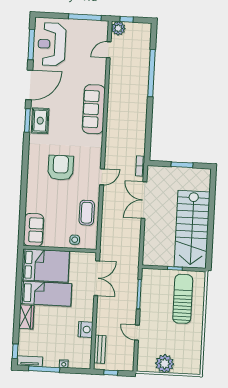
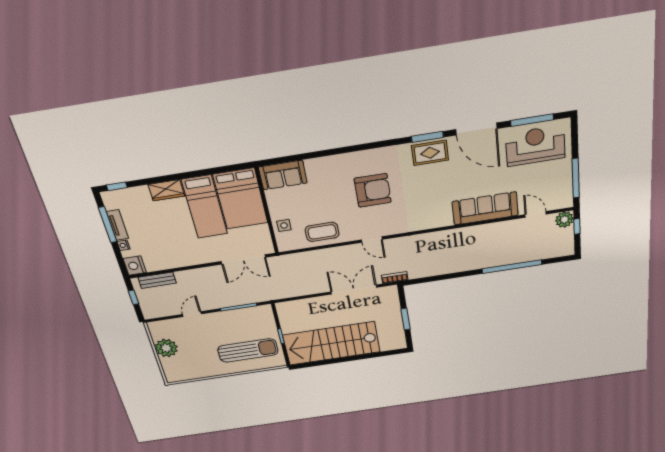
sofa: (94, 109) -> (485, 208), moved
nightstand: (85, 329) -> (135, 266), moved, turned 90
tv unit: (30, 361) -> (118, 225), moved

